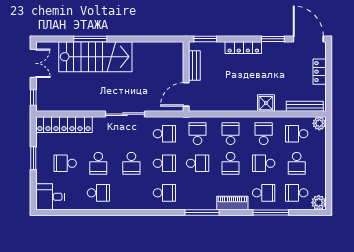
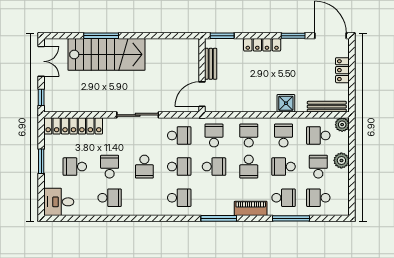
school desk: (98, 163) -> (110, 167), turned 180
school desk: (297, 163) -> (318, 167), turned 180
plant: (319, 203) -> (341, 160), moved

